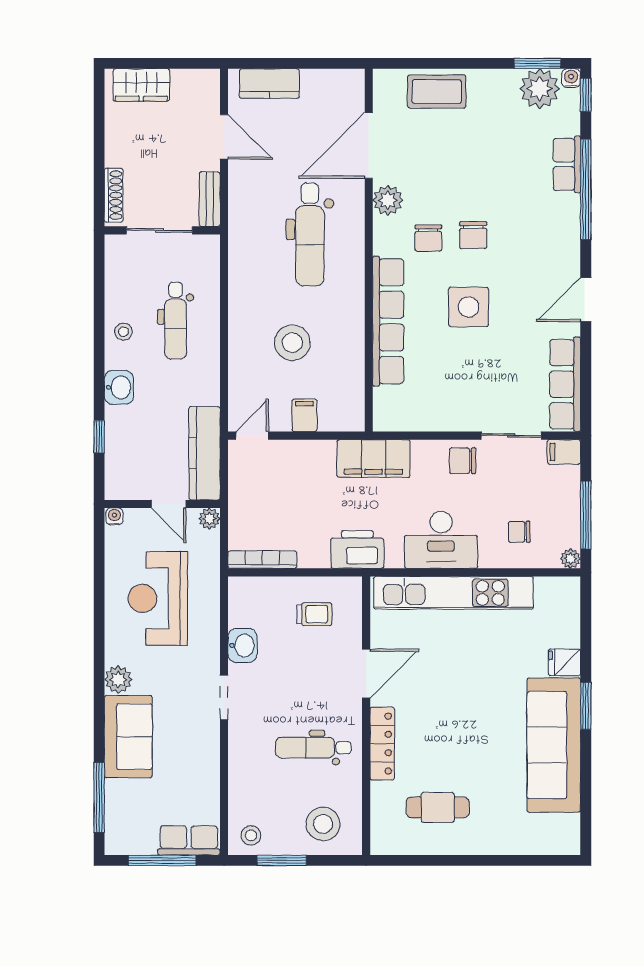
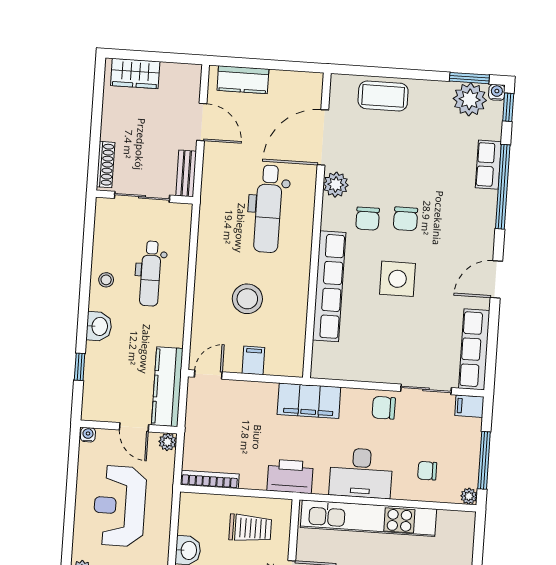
trolley: (314, 614) -> (250, 528), width x1.36, depth x1.39

